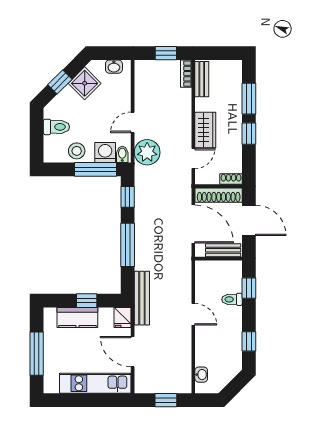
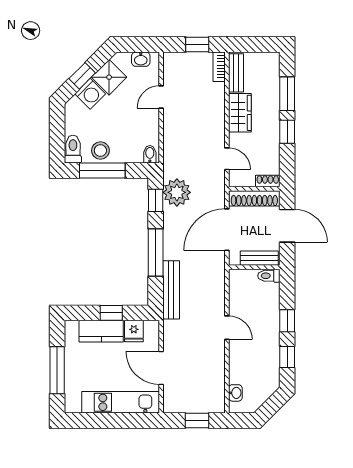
door: (133, 122) -> (161, 97), moved
toilet: (56, 127) -> (73, 149), moved, turned -90
wardrobe: (205, 130) -> (240, 113), moved
washing machine: (105, 152) -> (90, 94), moved, turned 135
plant: (147, 152) -> (177, 192), moved
door: (193, 159) -> (227, 159), hinge flipped
window: (95, 169) -> (102, 170), moved
door: (193, 224) -> (227, 230), swing flipped
window: (249, 288) -> (287, 321), moved
bench: (142, 298) -> (171, 290), moved
toilet: (232, 299) -> (269, 276), moved
fridge: (123, 318) -> (134, 331), moved

